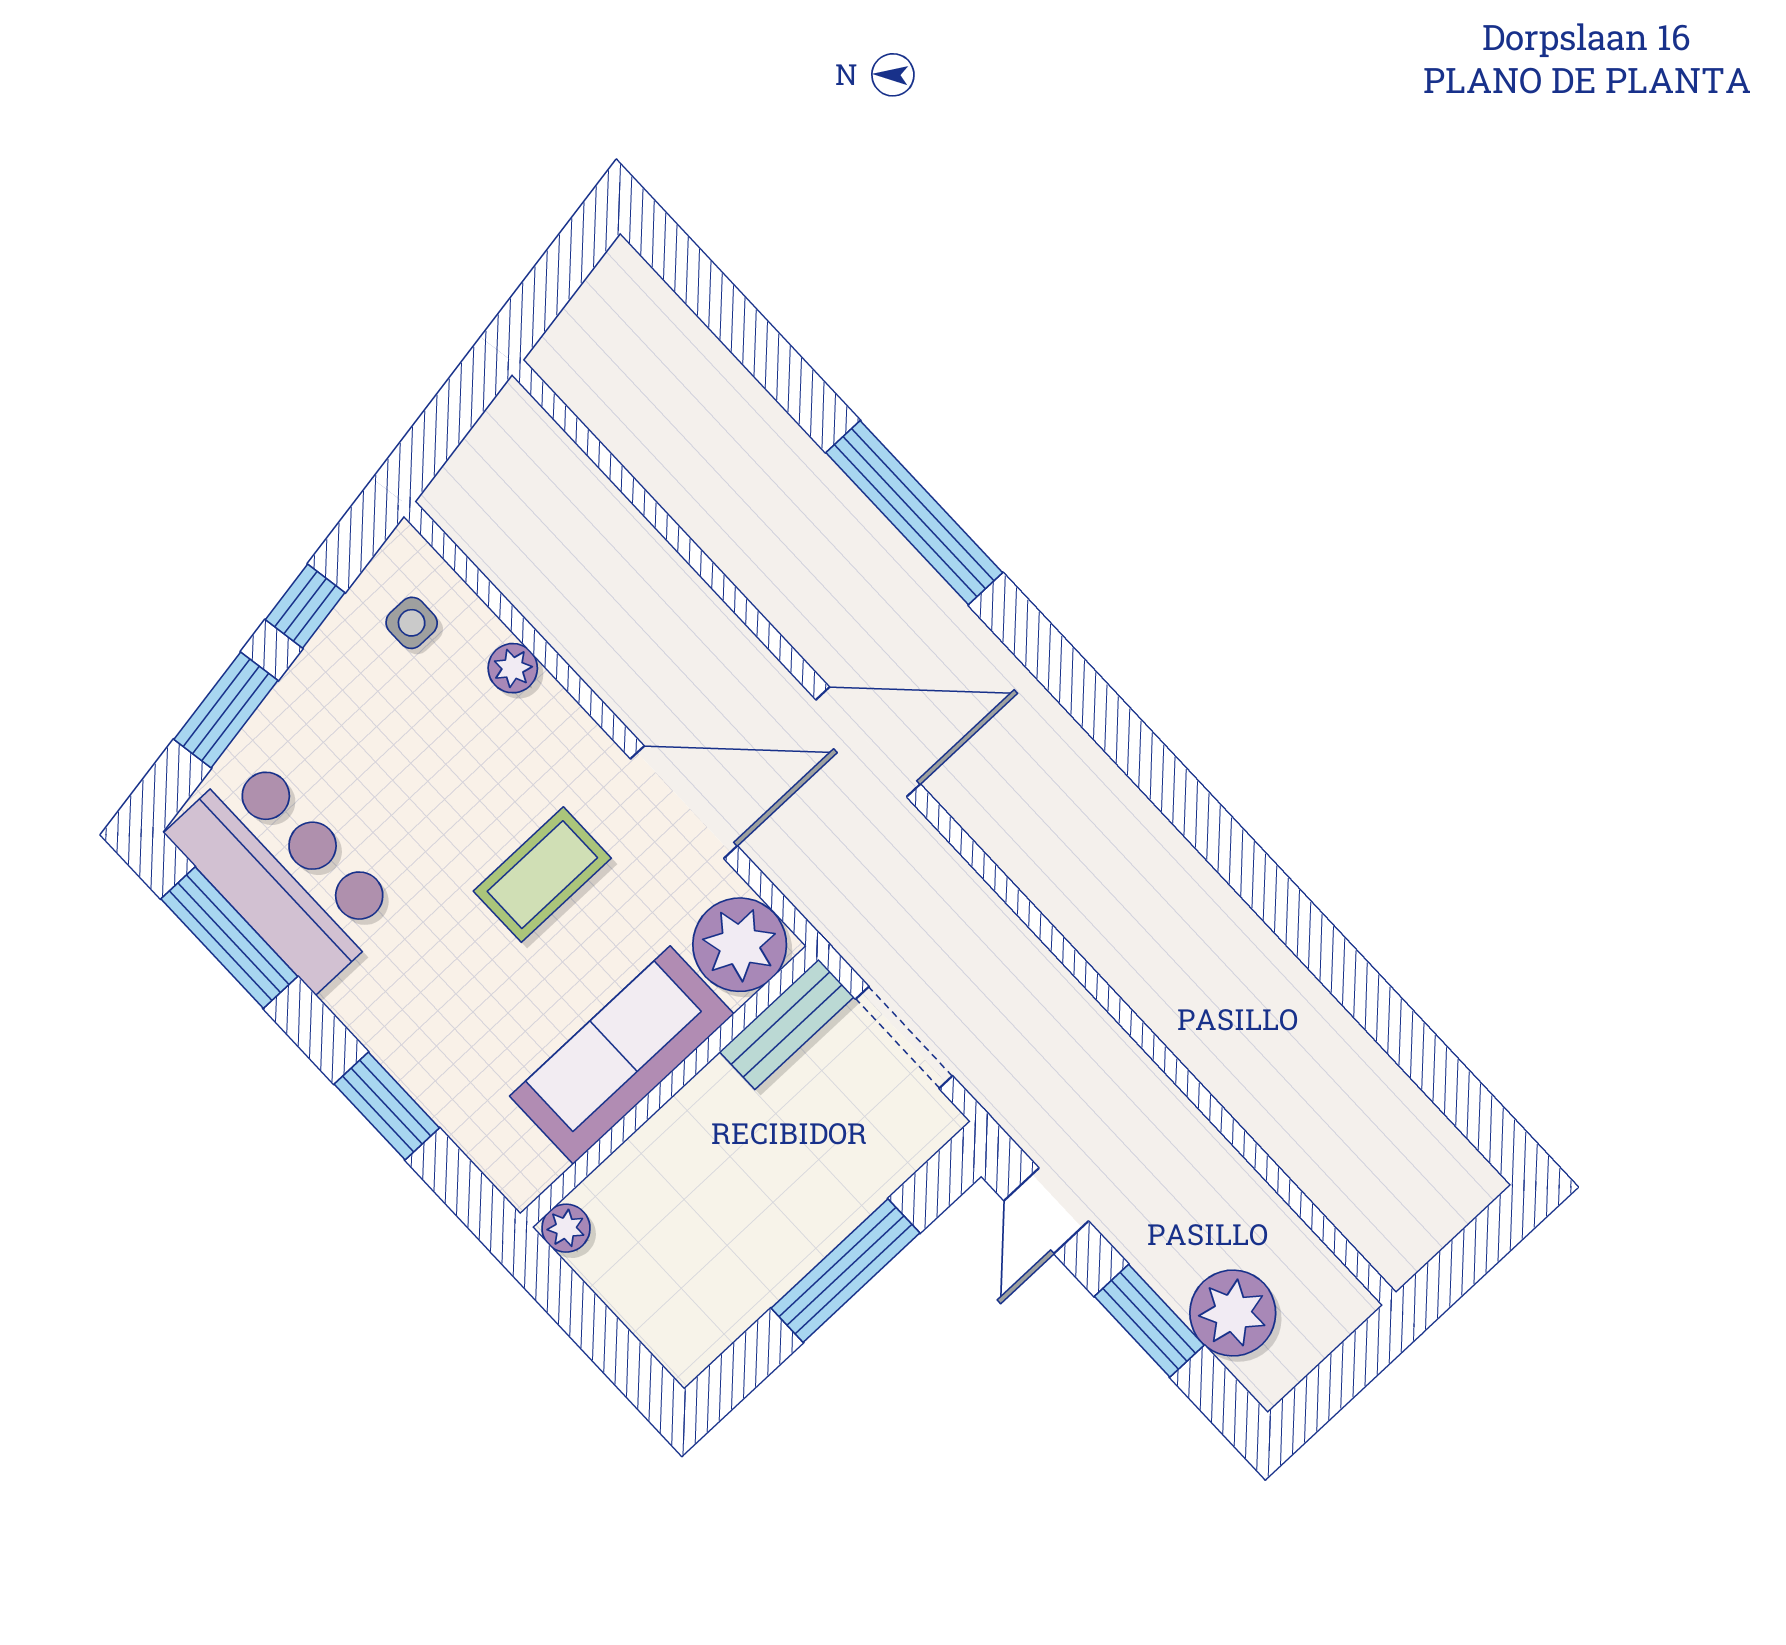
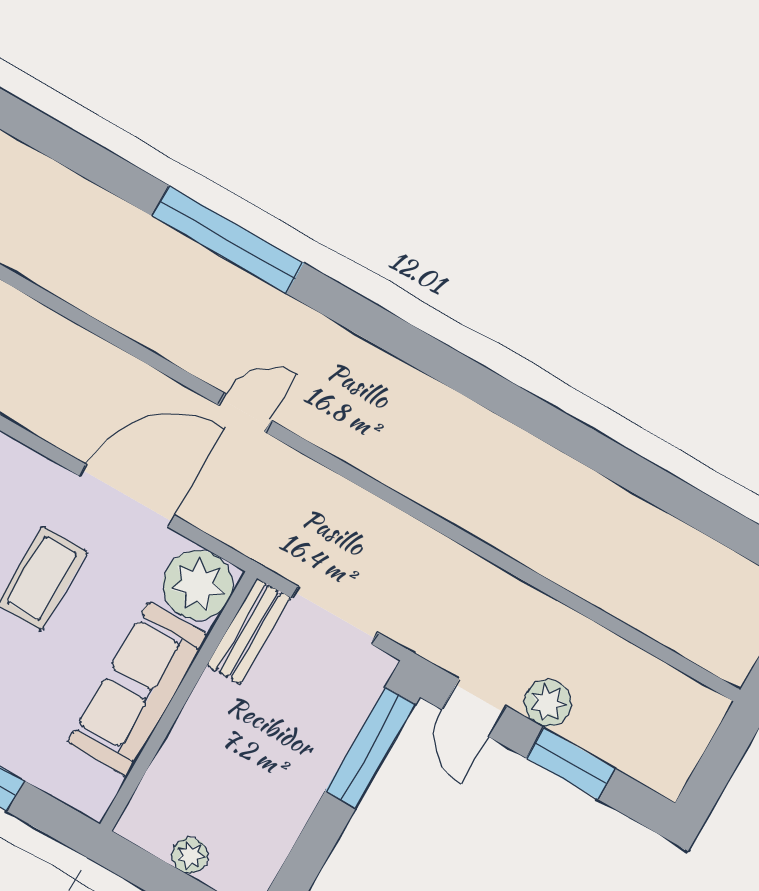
door: (868, 742) -> (245, 413), width x0.53
plant: (566, 1228) -> (190, 855), moved
window: (846, 1271) -> (370, 748), moved
plant: (1233, 1313) -> (548, 703), moved, width x0.73, depth x0.73

